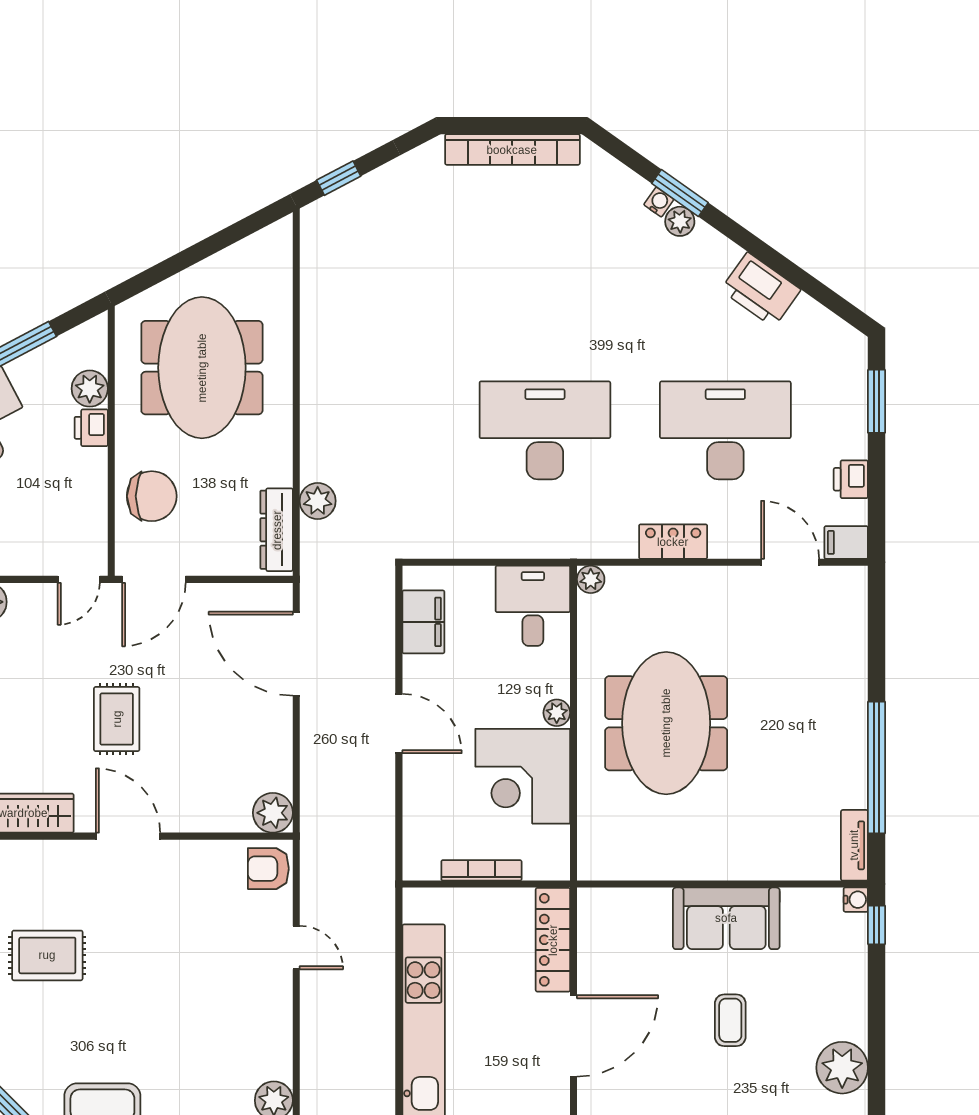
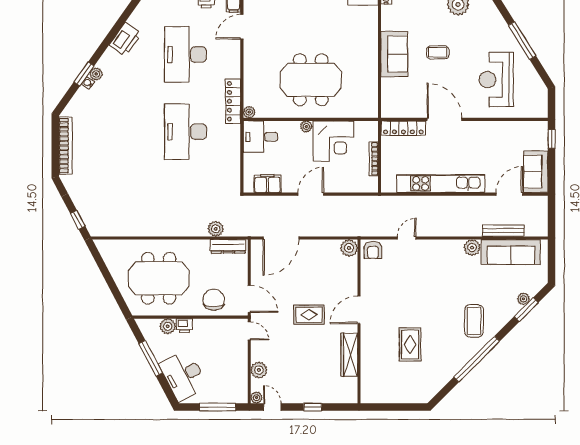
locker: (673, 542) -> (233, 101), moved, width x1.53

